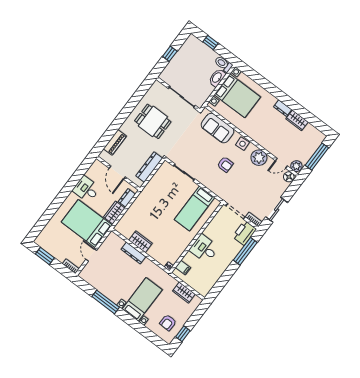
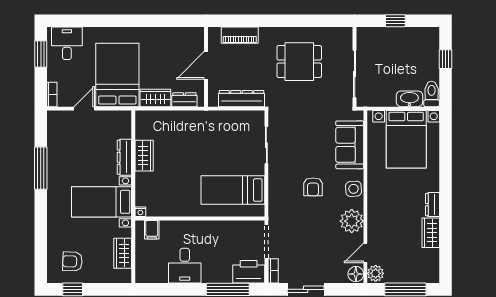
dining table: (153, 121) -> (299, 62), turned 90
door: (281, 163) -> (365, 253), hinge flipped
desk: (86, 189) -> (67, 43), moved
desk: (204, 249) -> (185, 266), moved, turned 180
bed with nightstands: (142, 299) -> (102, 202), moved, turned 180

